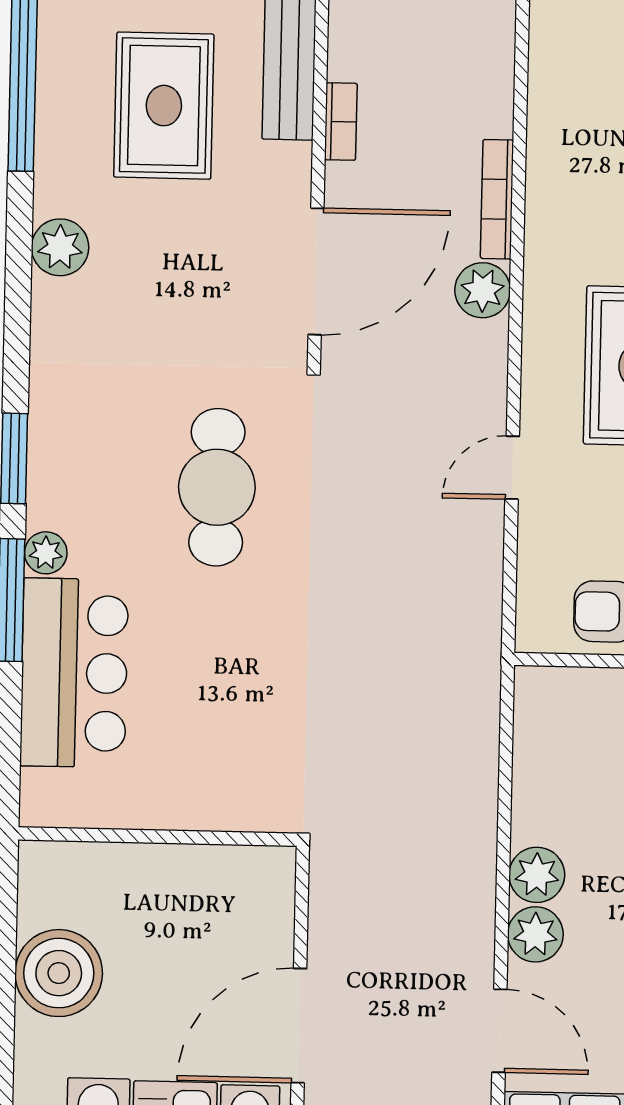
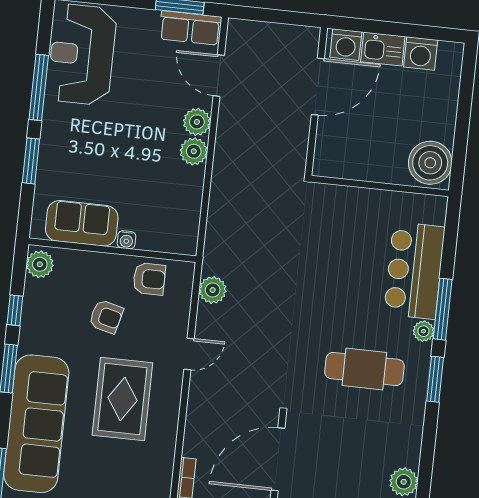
plant: (483, 290) -> (213, 290), moved
cafe table: (217, 487) -> (364, 369), moved, turned 90
boiler: (59, 973) -> (430, 163), moved

